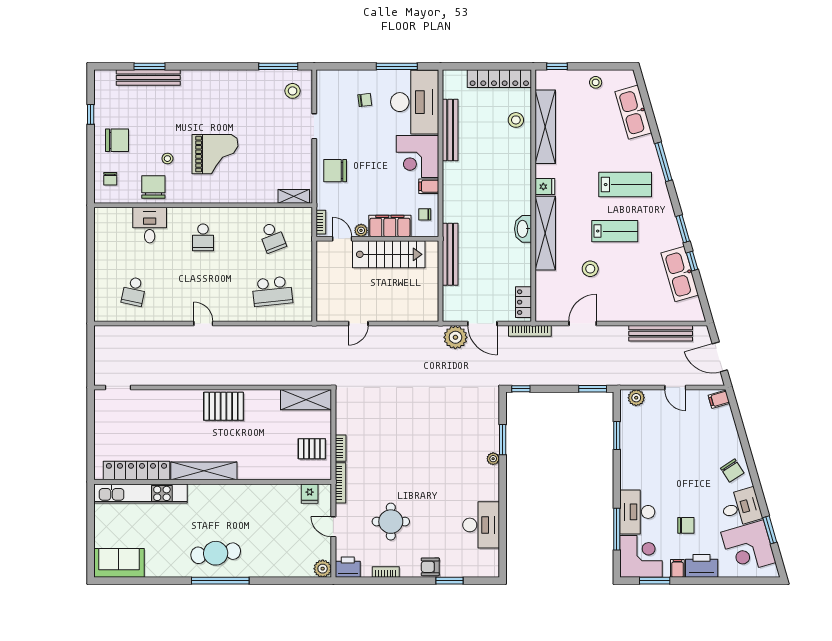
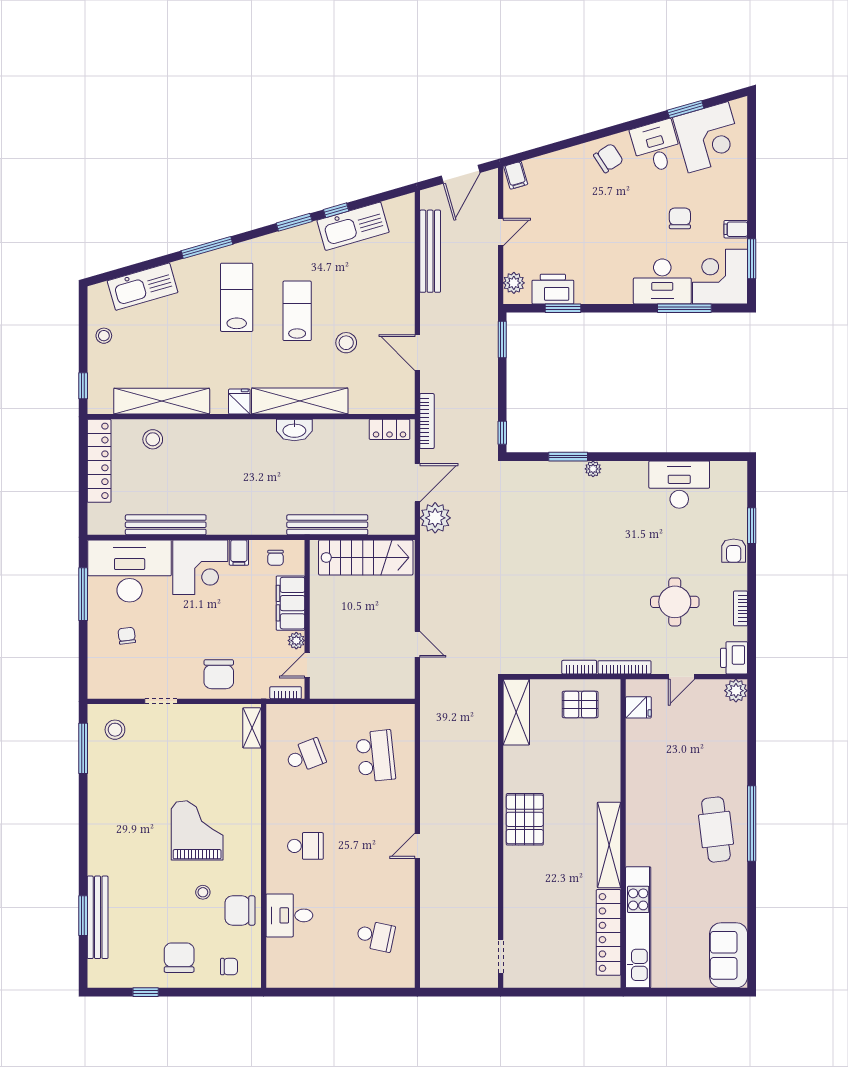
stairs: (389, 254) -> (366, 557), moved, turned 90
pallet: (312, 449) -> (580, 704), turned 90
printer: (702, 566) -> (553, 289), moved, turned 90

